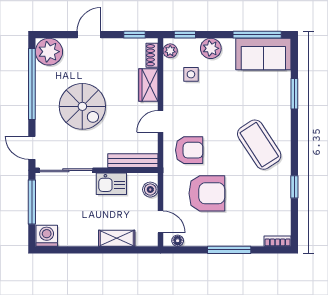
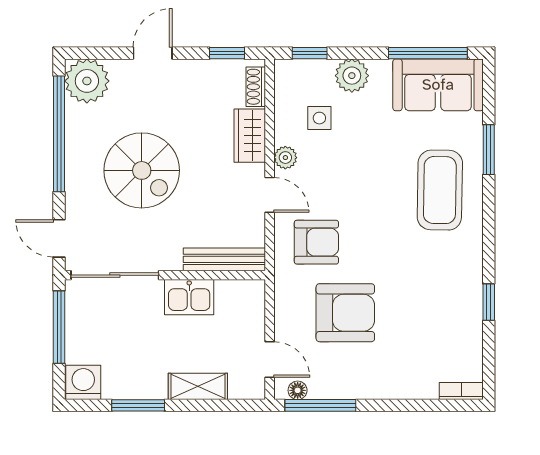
plant: (170, 51) -> (285, 158), moved
door: (161, 121) -> (270, 195), swing flipped
coffee table: (259, 145) -> (440, 190), moved, turned 34
boiler: (150, 190) -> (253, 307), removed
window: (80, 250) -> (138, 405), added
window: (229, 250) -> (320, 405), moved

